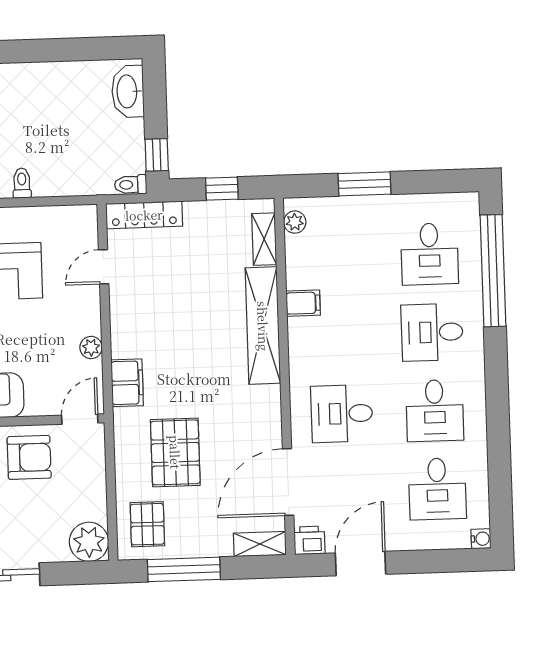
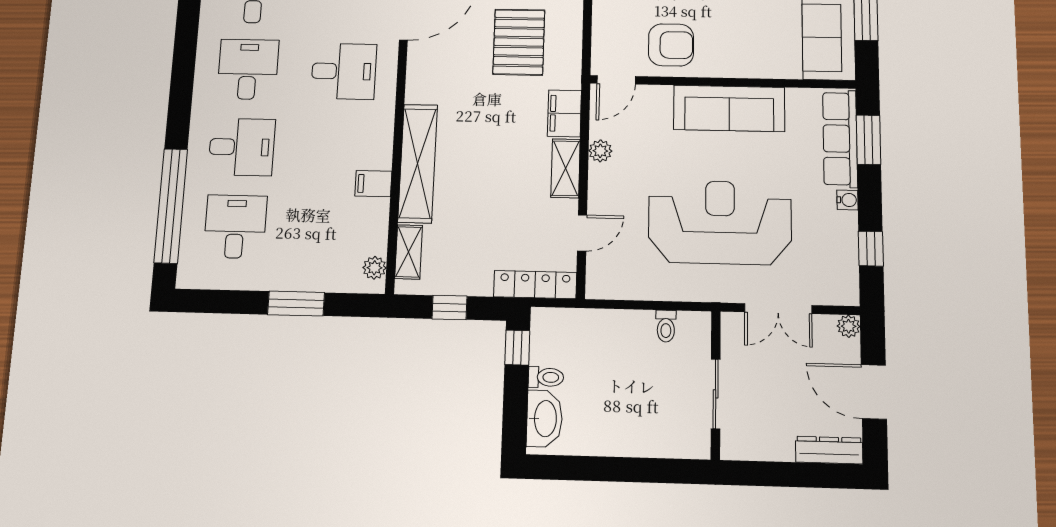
toilet: (131, 185) -> (546, 377), moved
shelving: (123, 329) -> (566, 168), added
armchair: (29, 457) -> (671, 45), turned 180

